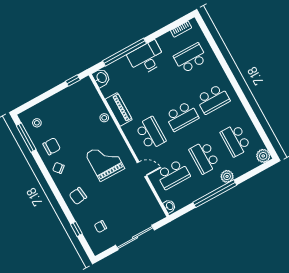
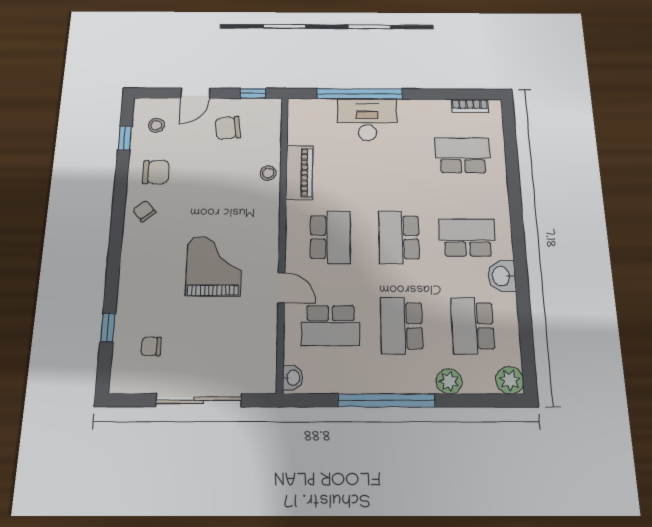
desk: (146, 58) -> (367, 120), moved
washbasin: (101, 78) -> (502, 276), moved, turned 180
door: (45, 96) -> (195, 93), added
school desk: (213, 99) -> (467, 237), turned 180
school desk: (182, 116) -> (399, 237), turned 90
window: (26, 138) -> (125, 138), width x0.46
grand piano: (105, 161) -> (214, 266), moved
plant: (227, 176) -> (449, 381), moved
chair: (78, 196) -> (228, 128), moved

